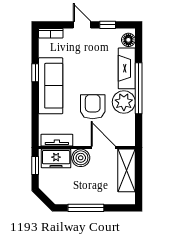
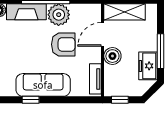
armchair: (93, 107) -> (63, 44), turned 180
freezer: (56, 158) -> (148, 66), moved, turned 180

